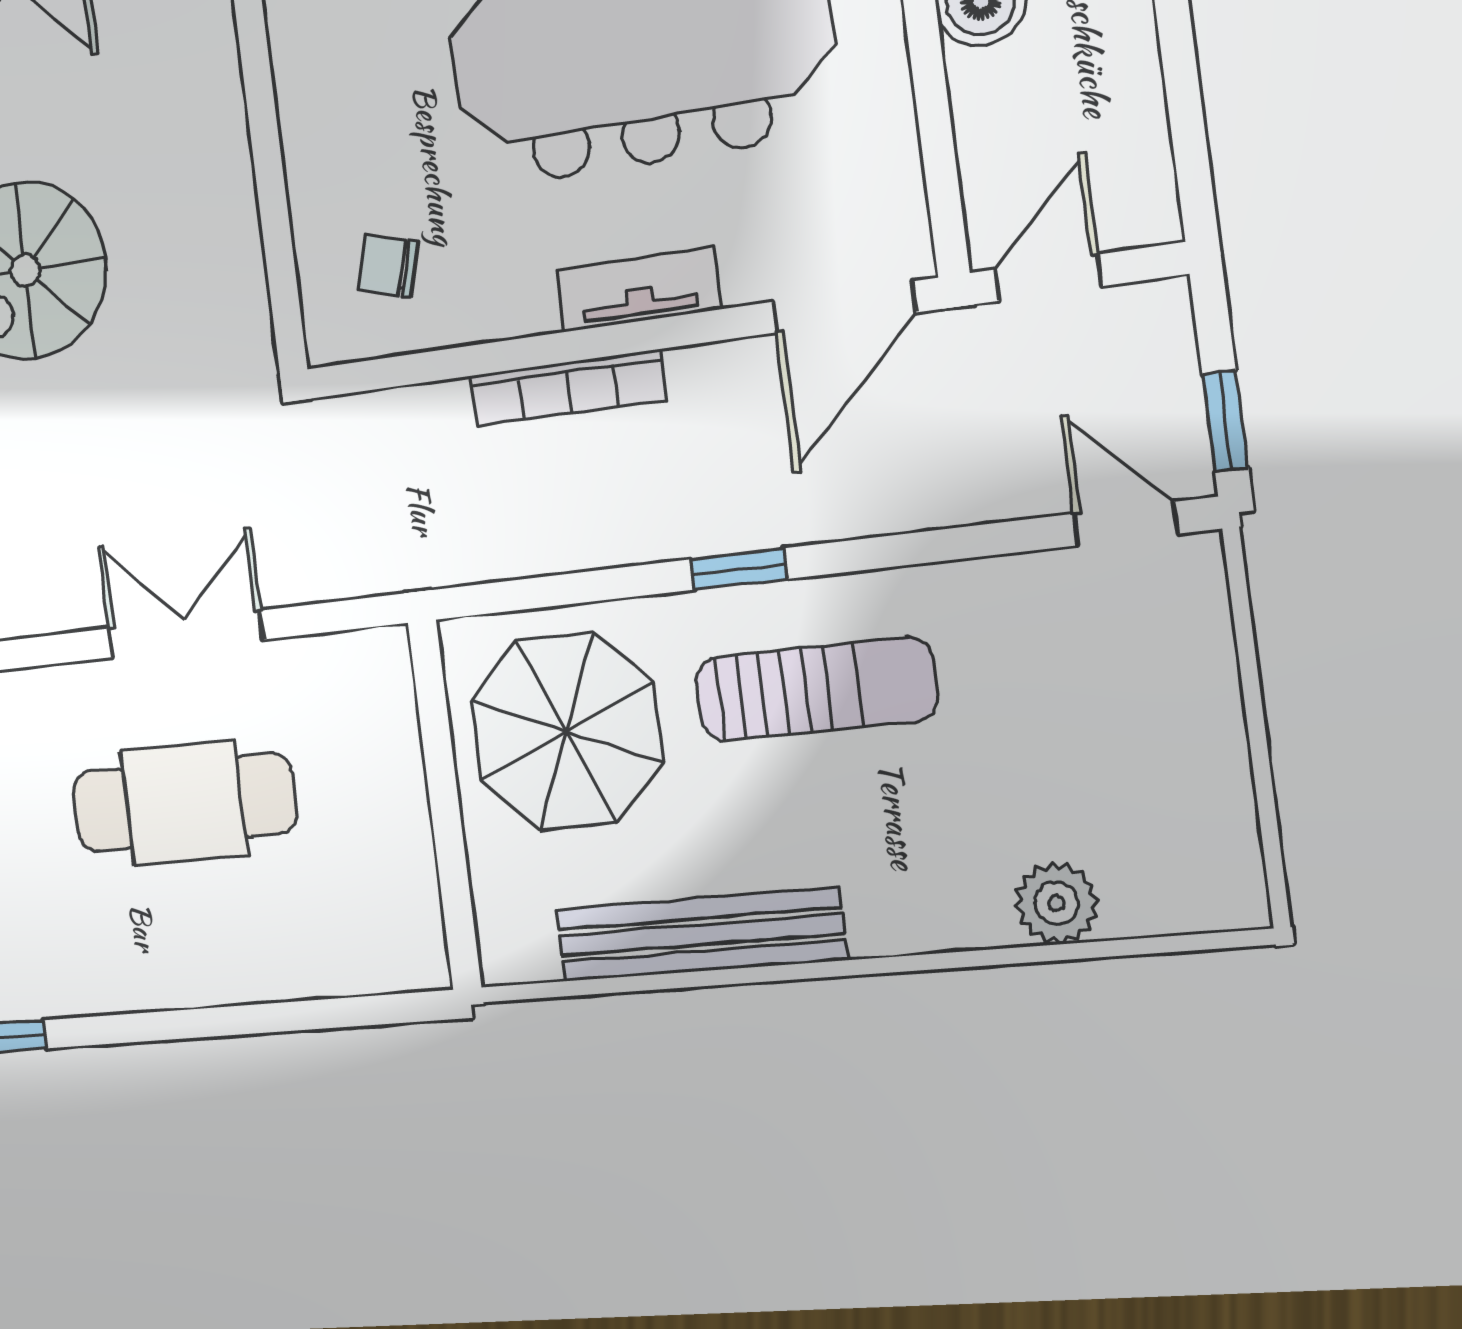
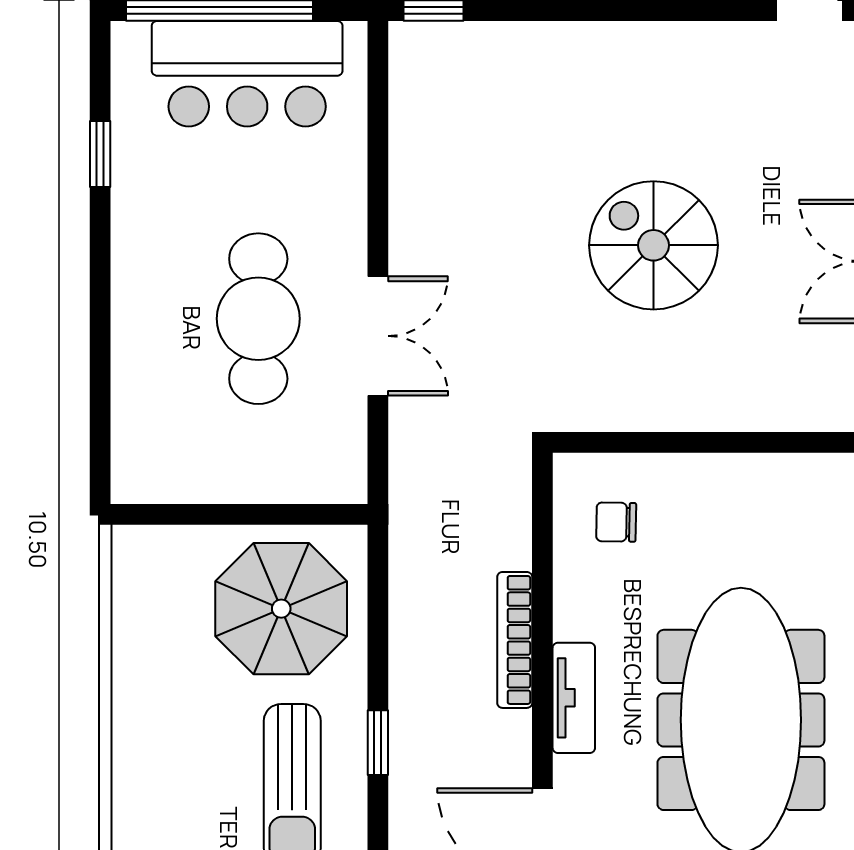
chair: (388, 266) -> (616, 522), turned -105
bench: (700, 935) -> (135, 684), removed

